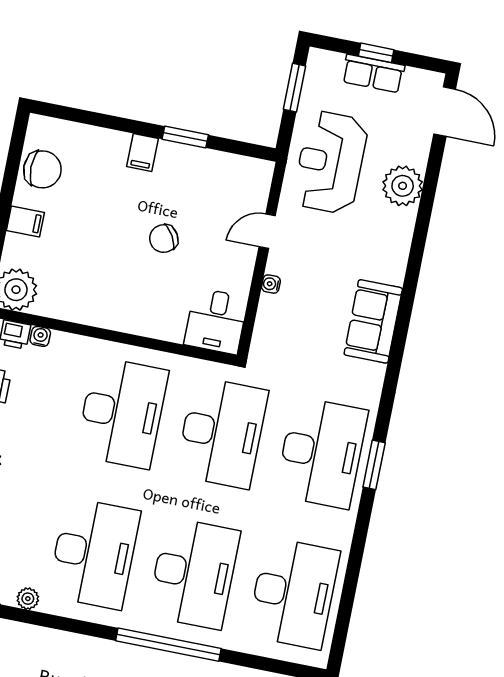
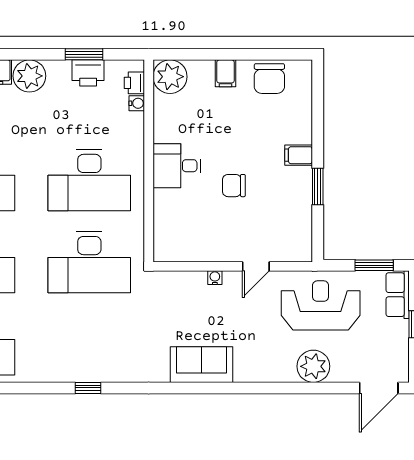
row of seats: (373, 74) -> (398, 295), moved
door: (267, 231) -> (256, 266), swing flipped
chair: (164, 239) -> (234, 186), turned -59
desk: (216, 321) -> (177, 166), moved
desk: (322, 453) -> (89, 344), removed
window: (374, 465) -> (88, 388), width x0.67

